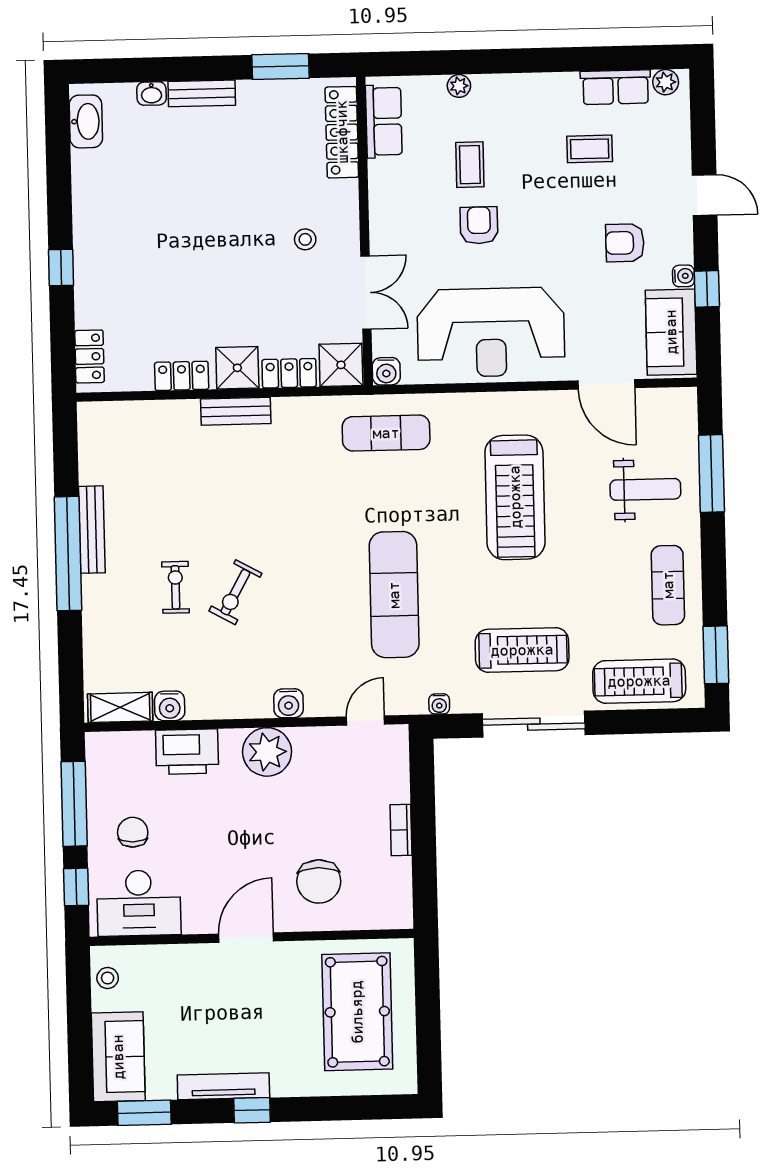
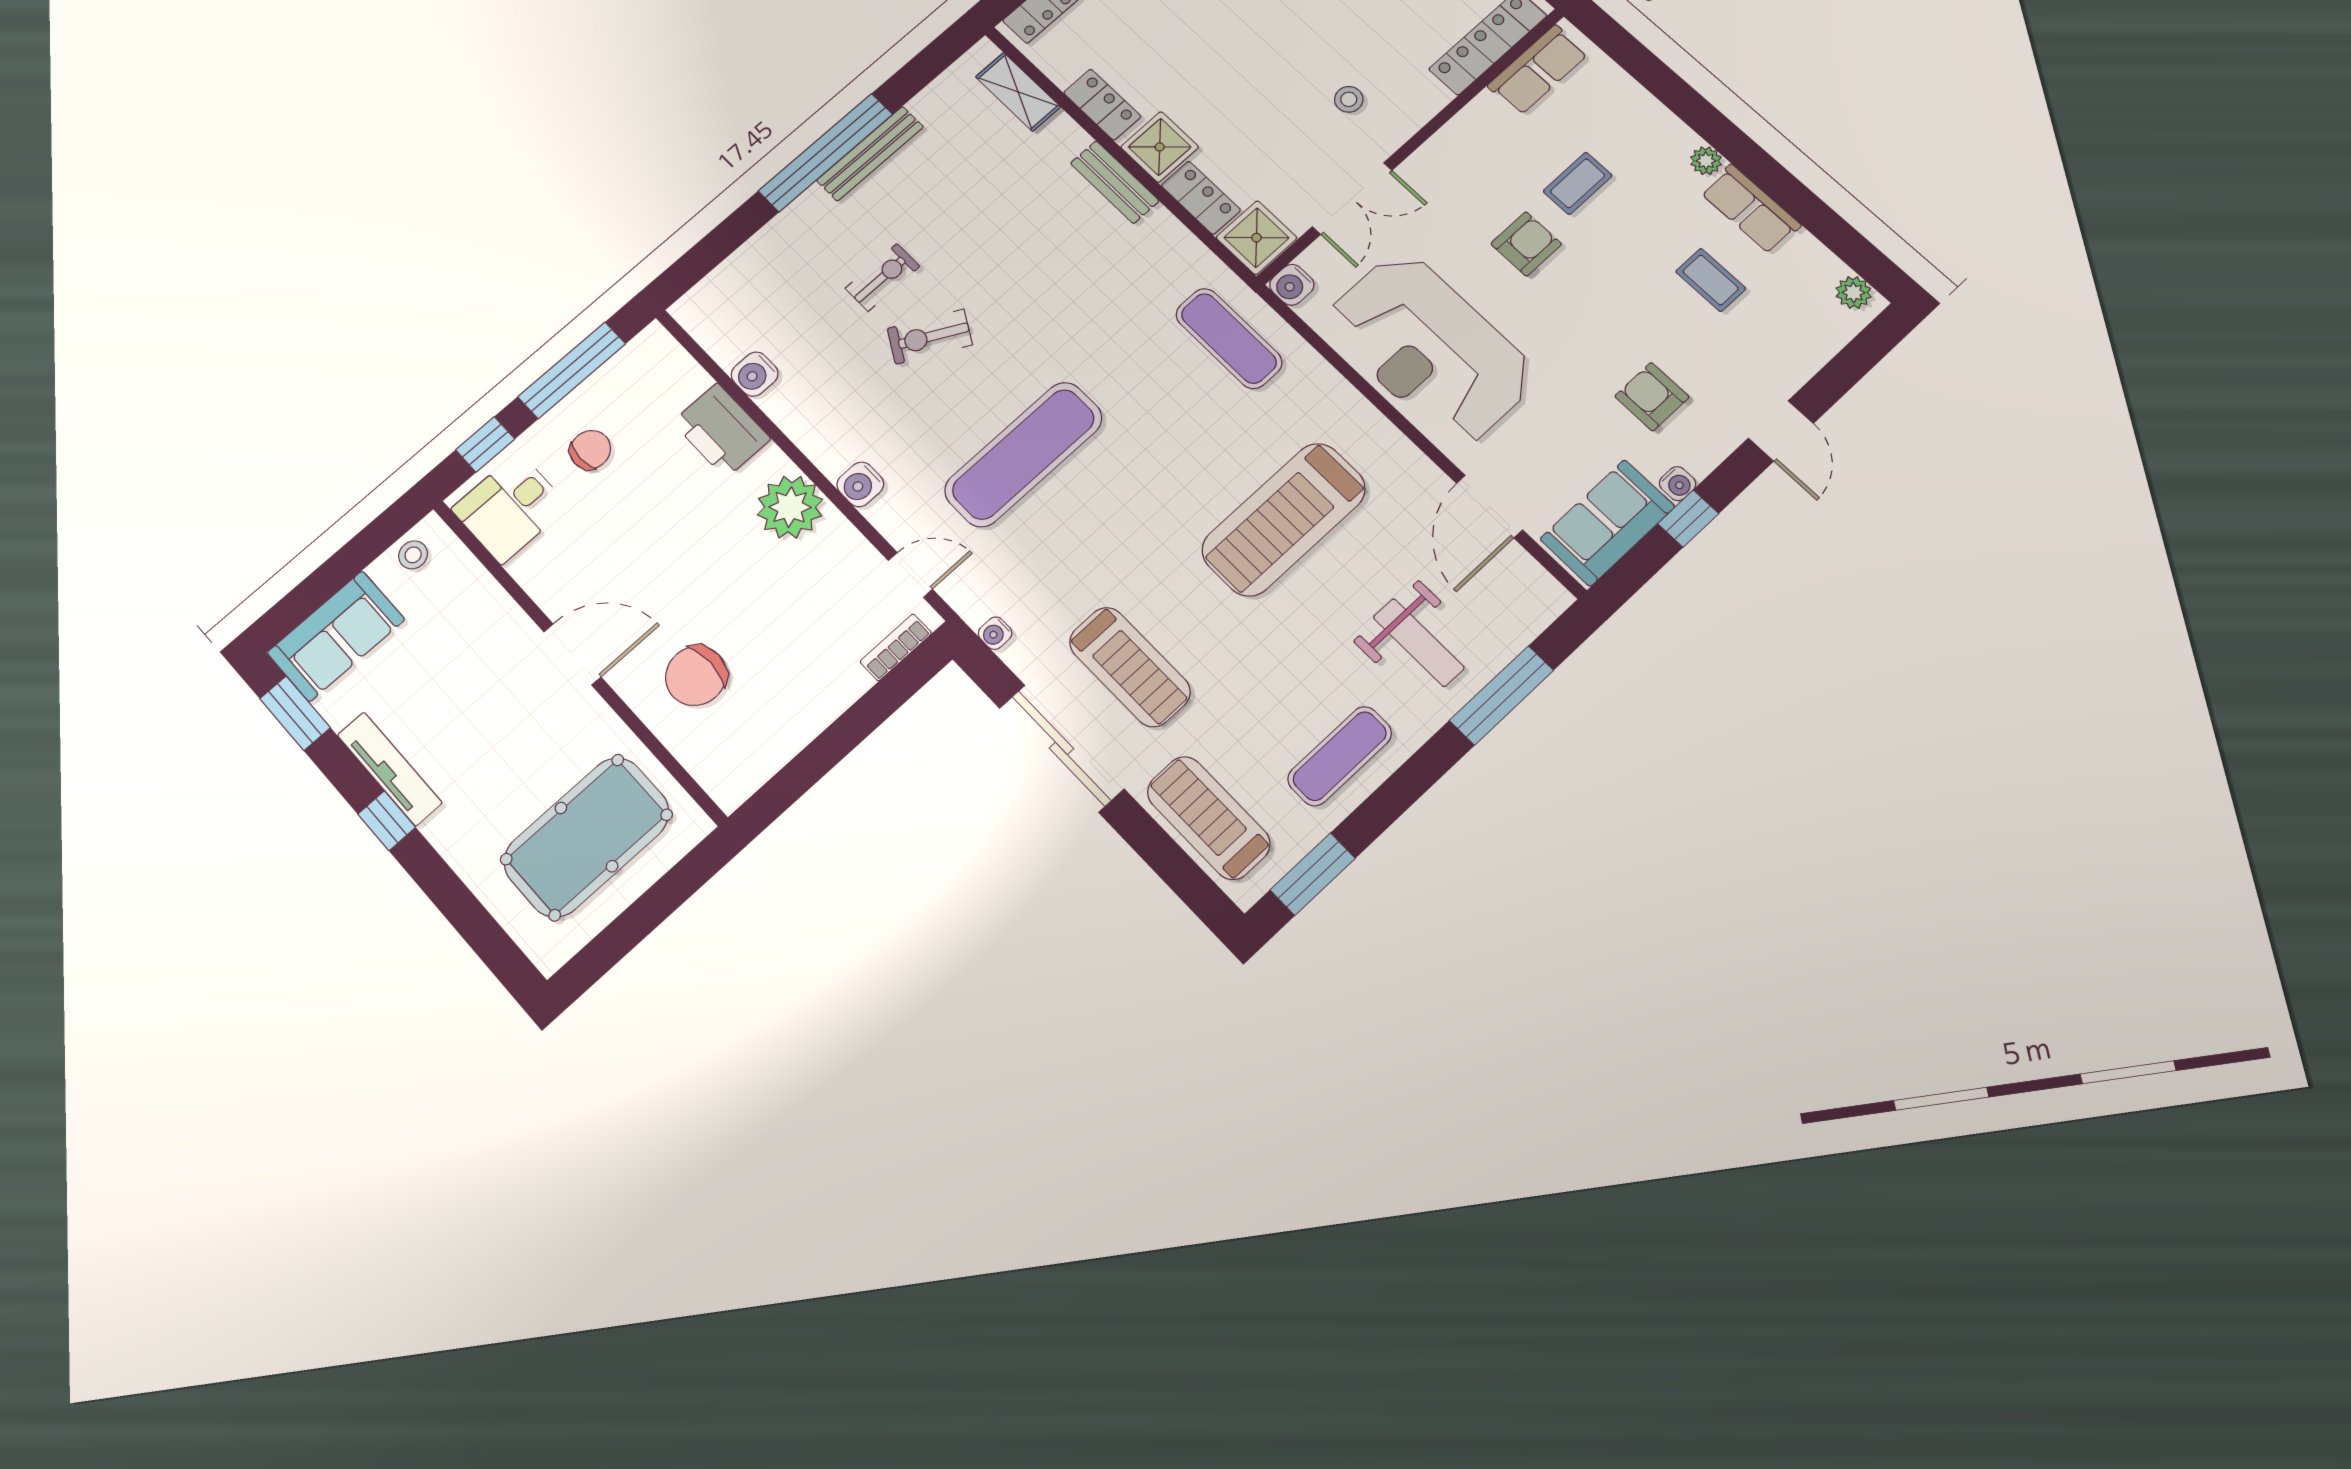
plant: (459, 86) -> (1706, 161), moved
row of seats: (616, 87) -> (1751, 209), moved
exercise mat: (394, 595) -> (1023, 454), moved
shelving: (120, 707) -> (1018, 92), moved
bookcase: (401, 830) -> (896, 647), moved
desk: (139, 903) -> (510, 508), width x0.73

